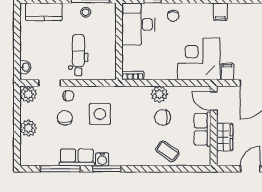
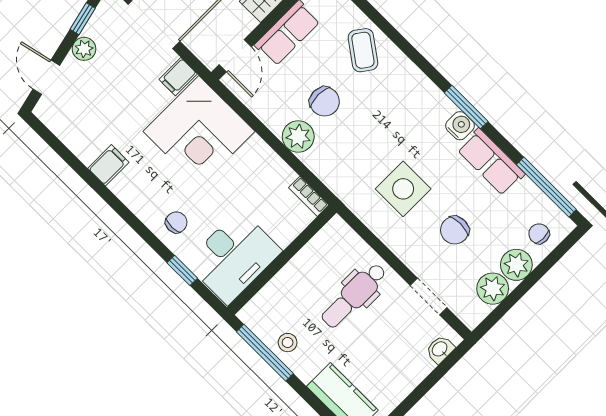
plant: (28, 94) -> (493, 289), moved
chair: (68, 96) -> (539, 234), moved
window: (60, 169) -> (546, 187), moved

